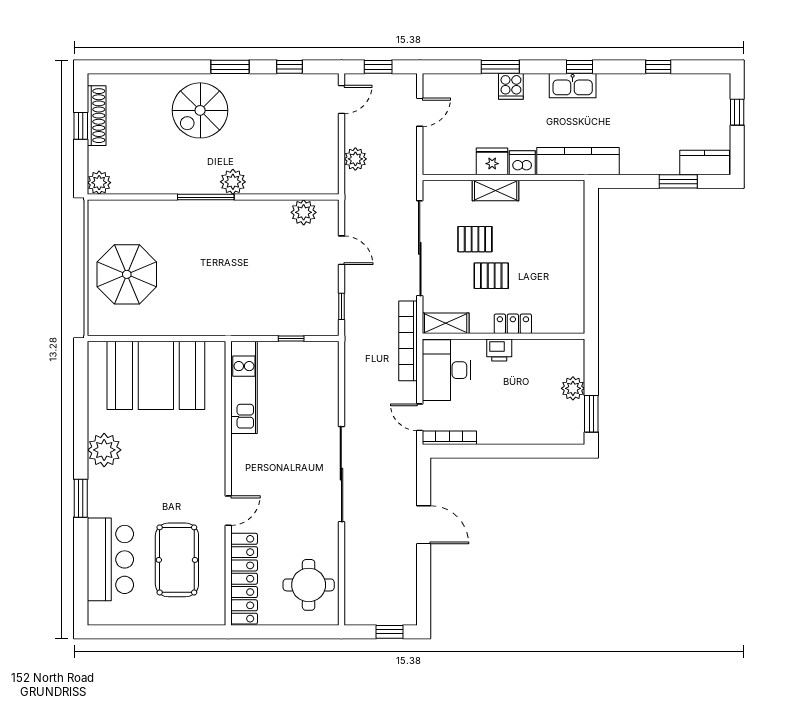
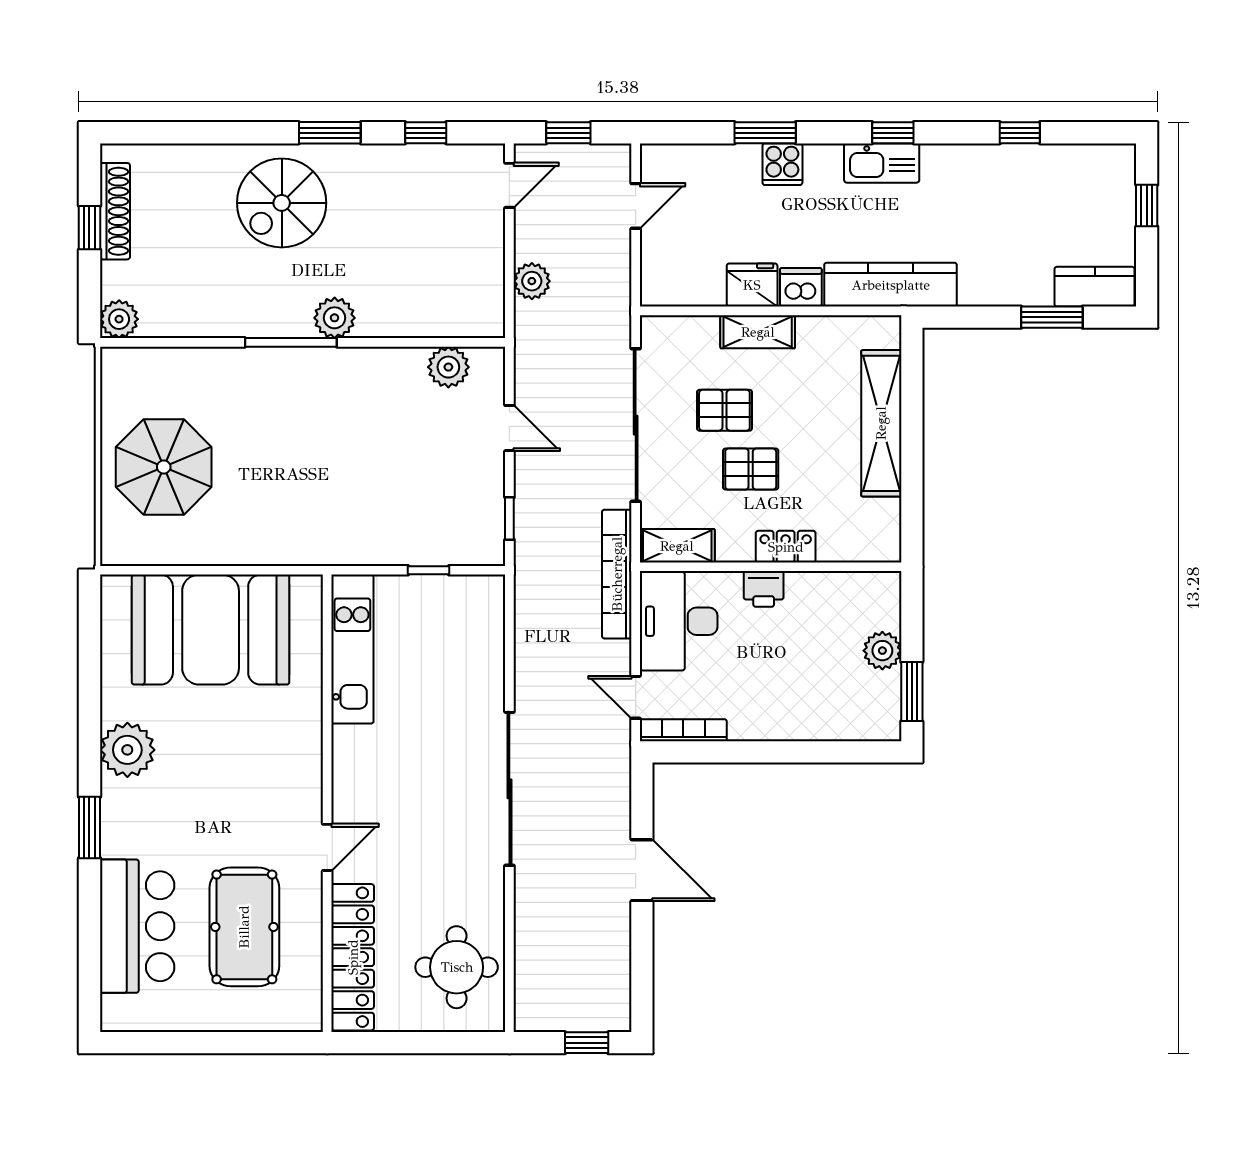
shelving: (572, 247) -> (881, 423), added

